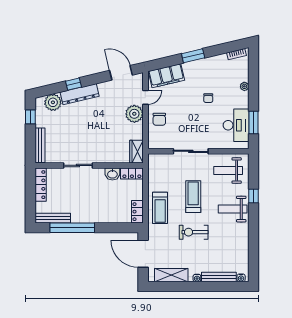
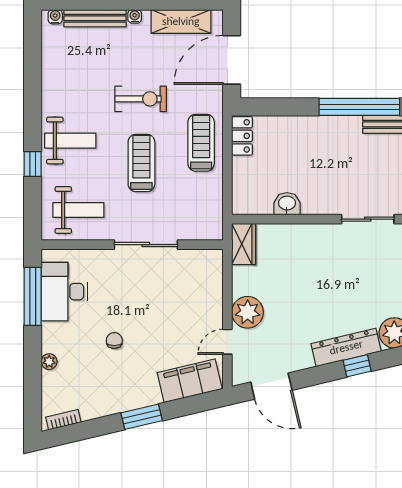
chair: (159, 119) -> (203, 302), removed
window: (254, 123) -> (33, 296), width x1.44
sliding door: (78, 165) -> (368, 219), moved
locker: (132, 173) -> (252, 205), removed
treadmill: (193, 197) -> (141, 163), turned 180
door: (143, 254) -> (232, 60), swing flipped

